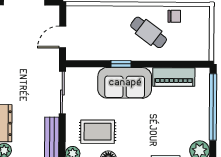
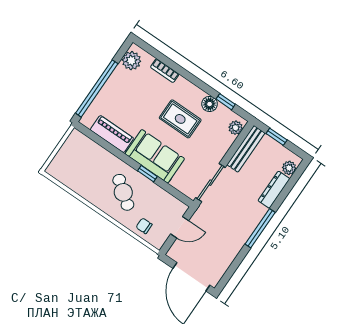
chair: (174, 16) -> (144, 226), moved
cafe table: (149, 32) -> (123, 192), moved
rug: (98, 132) -> (180, 119), moved

